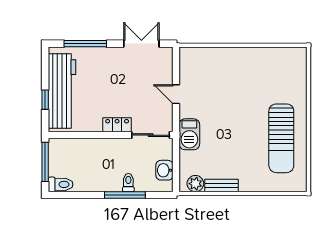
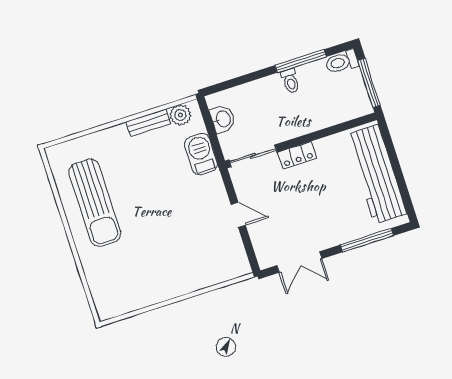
window: (45, 100) -> (393, 158), removed
barbecue: (189, 134) -> (201, 154), moved
sun lounger: (281, 138) -> (95, 203), turned 180
toilet: (128, 183) -> (290, 81), moved
window: (125, 195) -> (301, 61), moved

